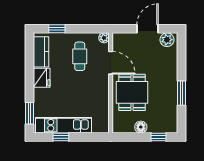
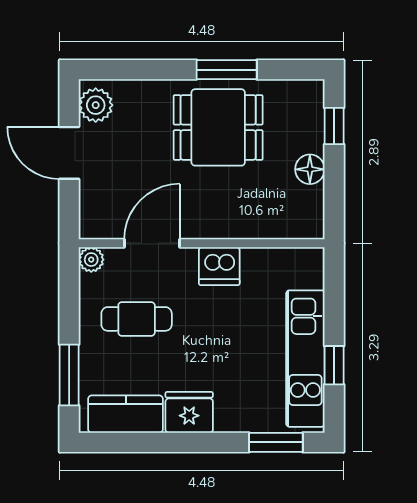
window: (57, 29) -> (69, 375), width x1.50
dishwasher: (101, 90) -> (219, 266), added
dining table: (132, 92) -> (218, 127), moved

